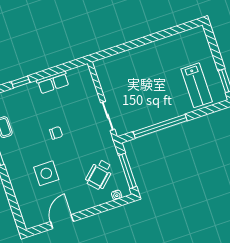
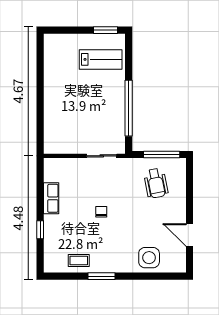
side table: (46, 173) -> (149, 258), moved
wheelchair: (99, 175) -> (156, 183), turned 32
water cooler: (117, 195) -> (181, 173), removed

